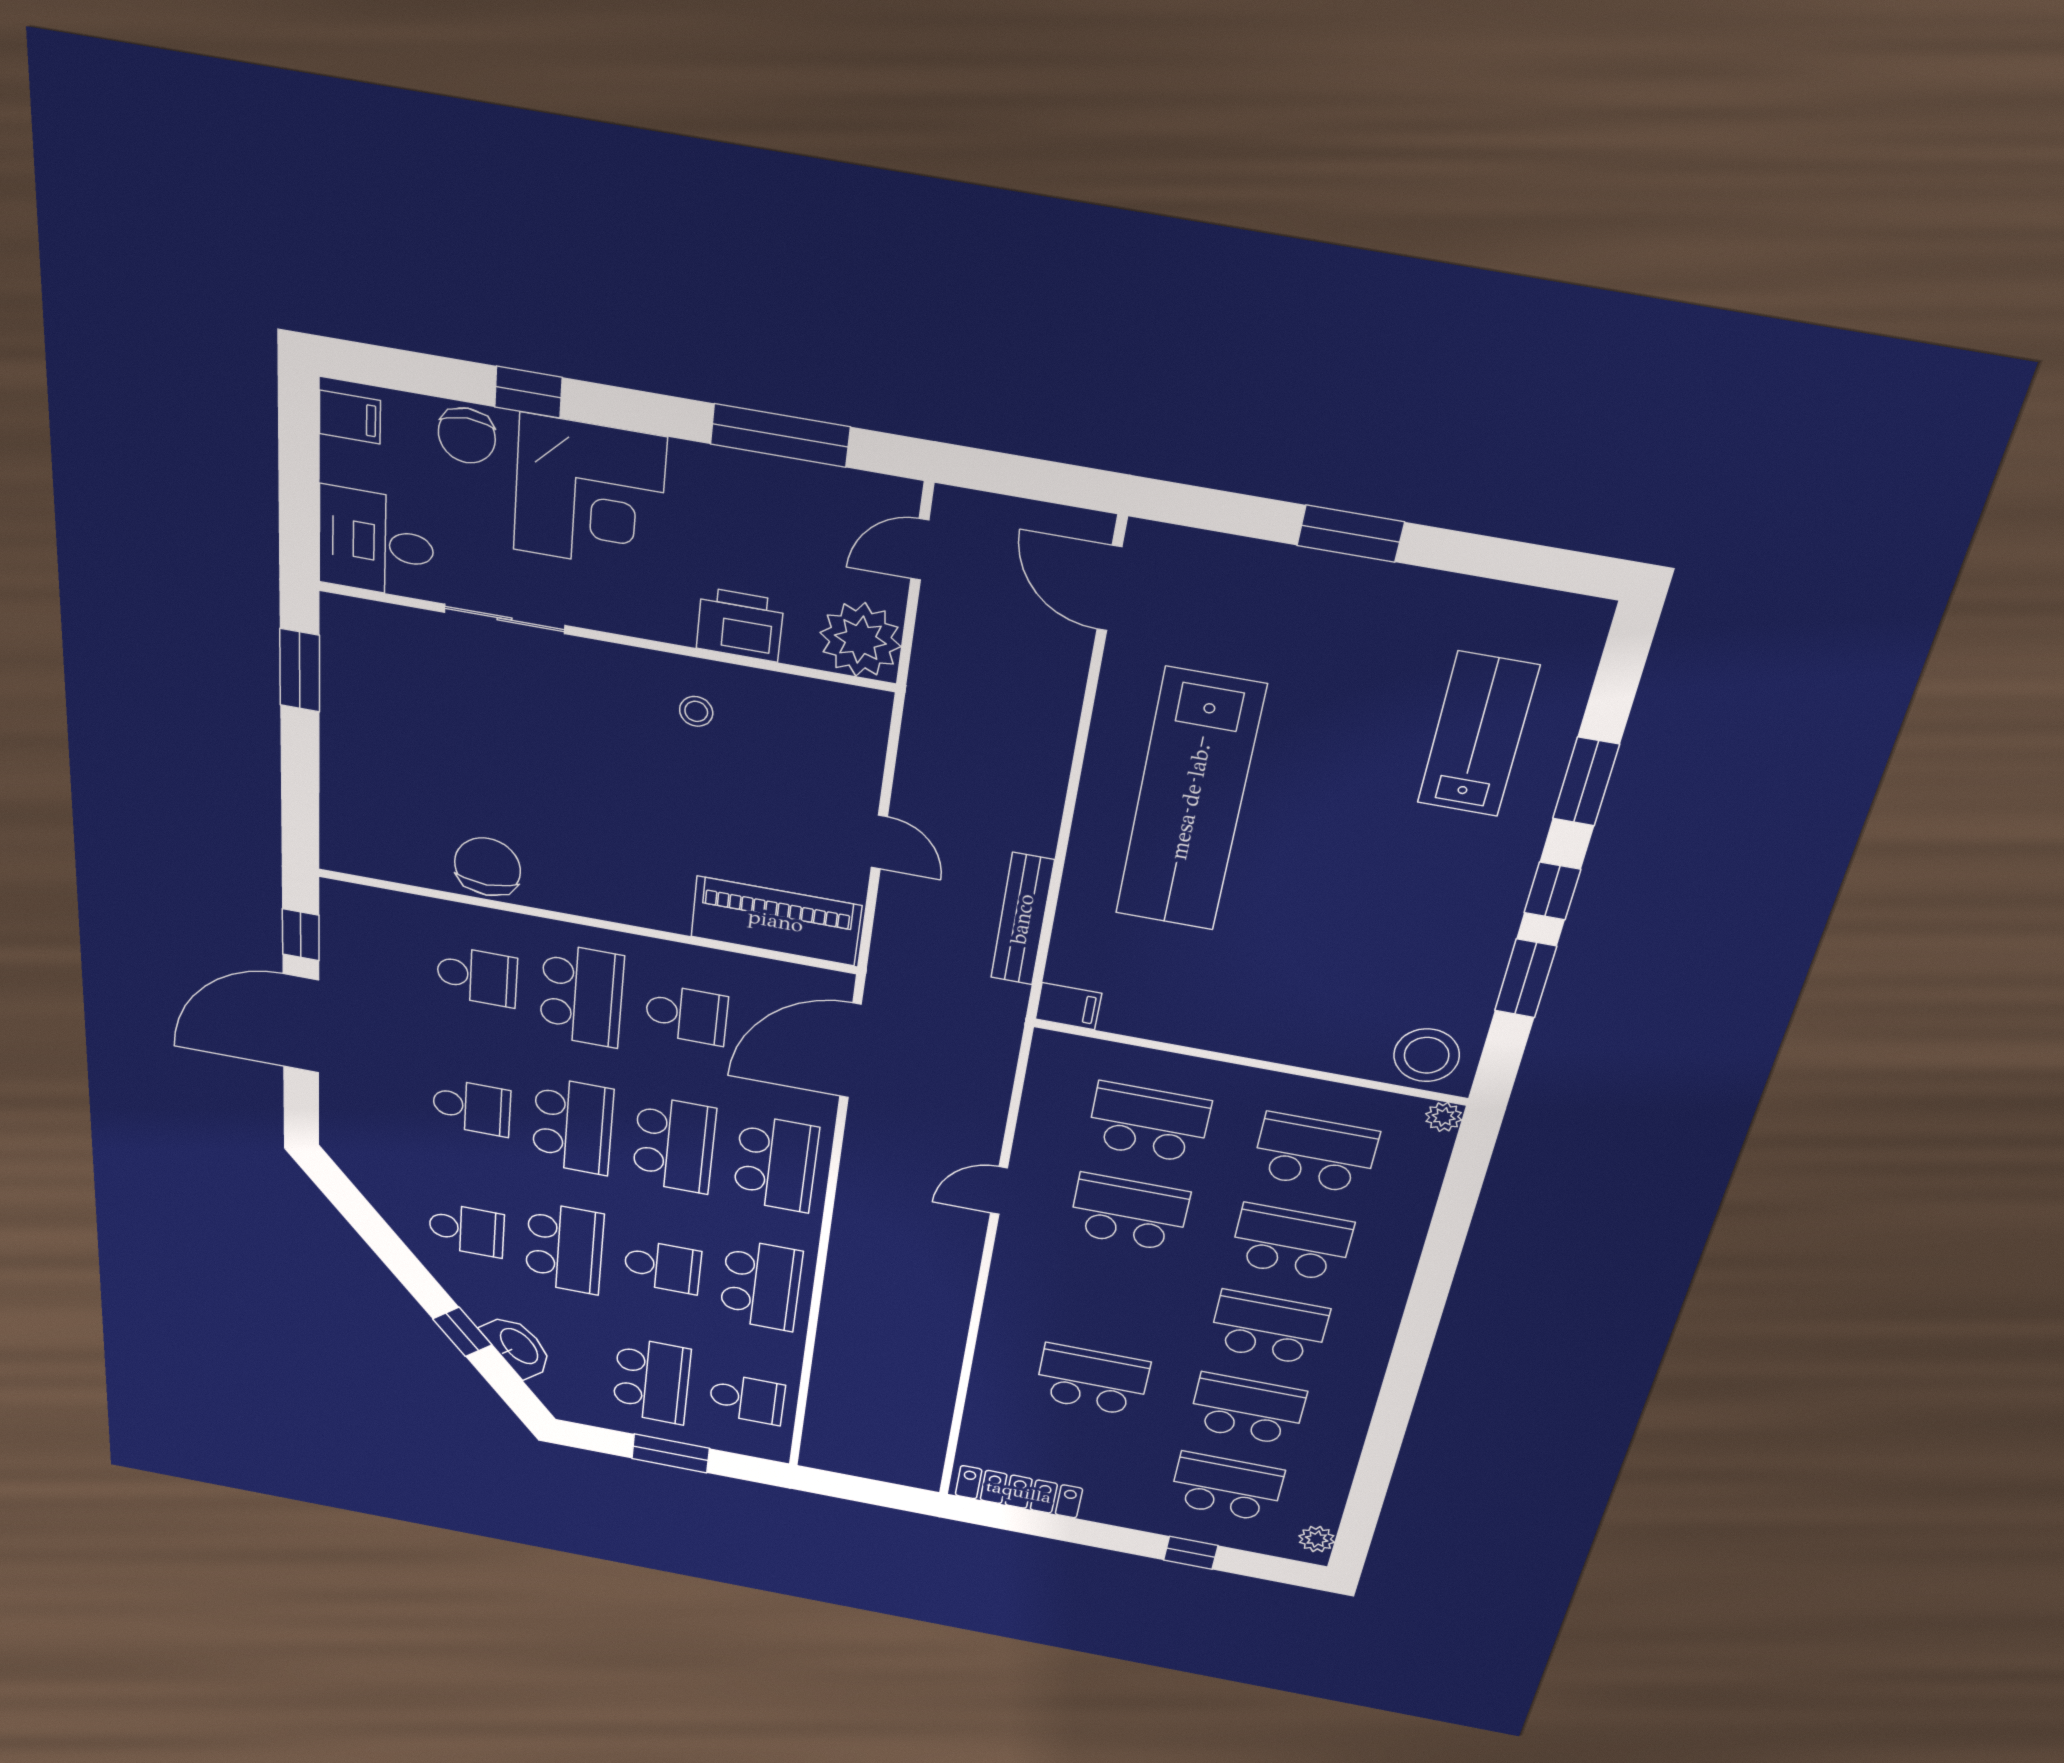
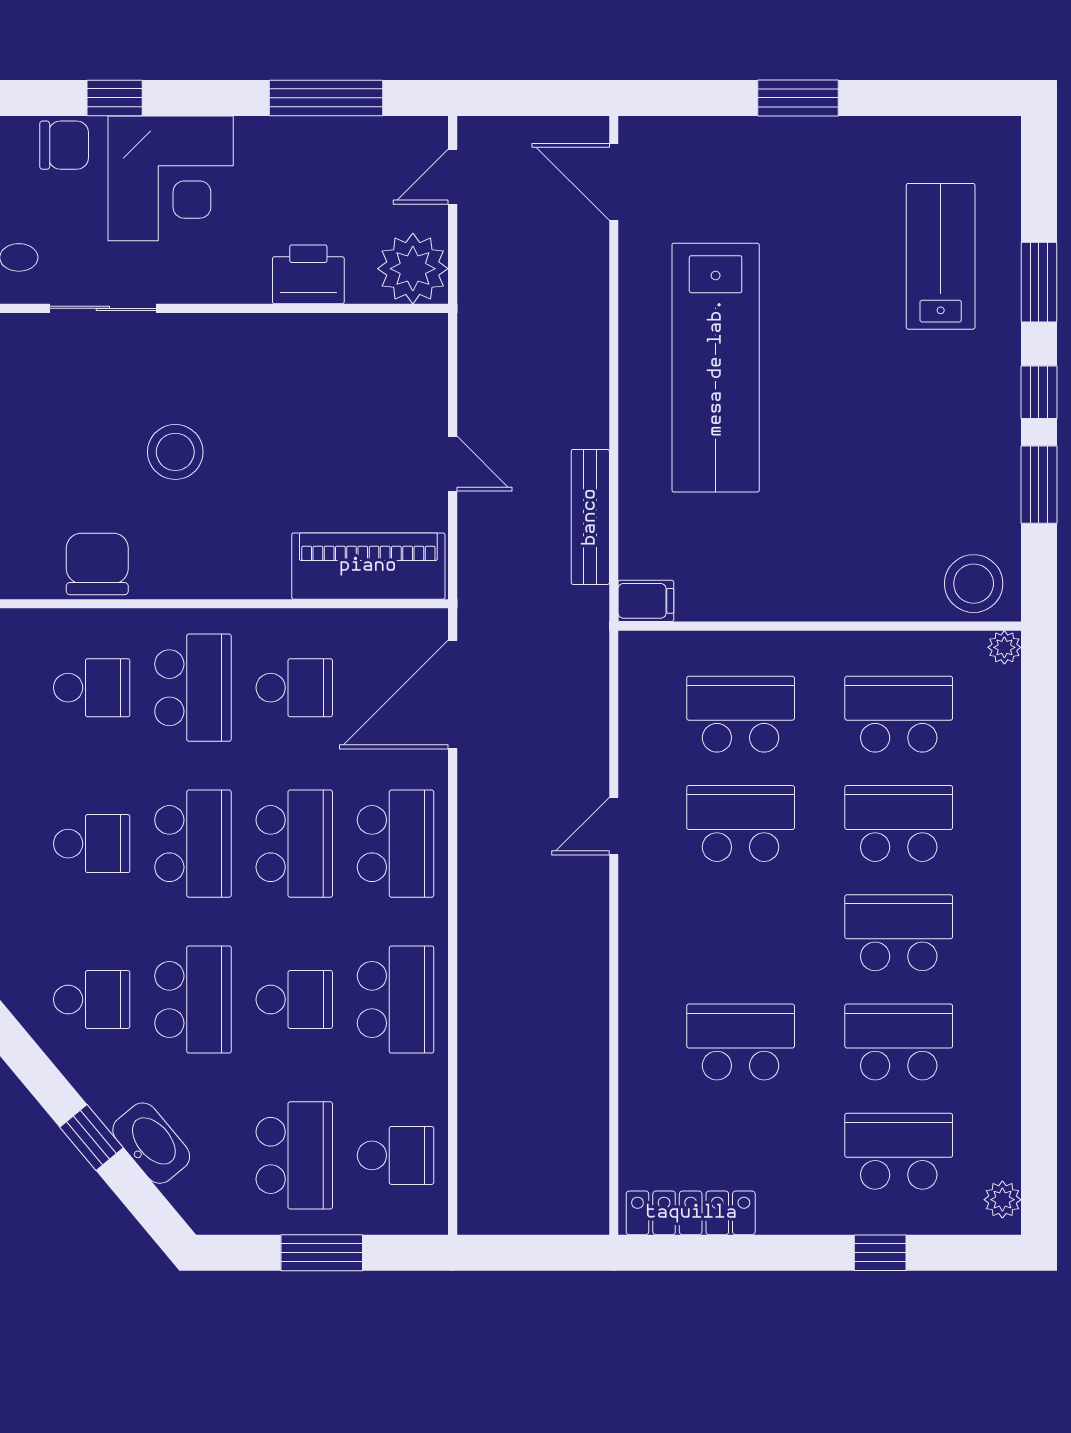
chair: (467, 435) -> (64, 145), turned -90
stool: (696, 711) -> (175, 452), moved, width x1.89, depth x1.89

